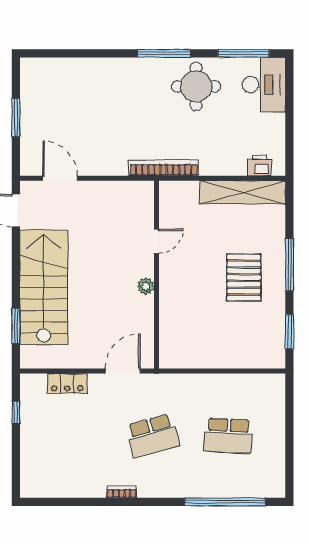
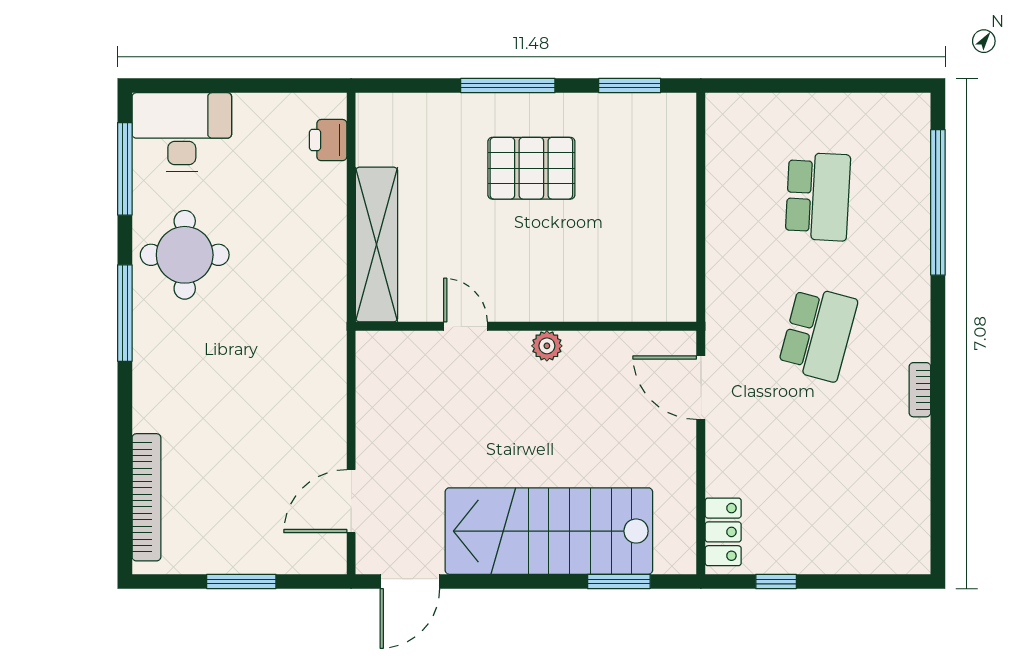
bookcase: (164, 168) -> (146, 497), moved, turned 180
shelving: (243, 192) -> (377, 245), moved
locker: (67, 383) -> (723, 532), moved
school desk: (153, 436) -> (818, 333), turned 30

